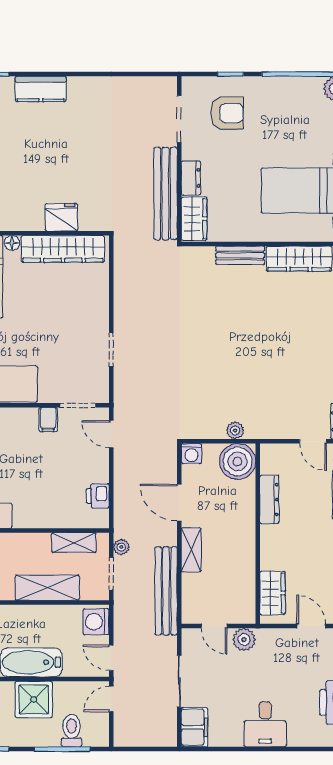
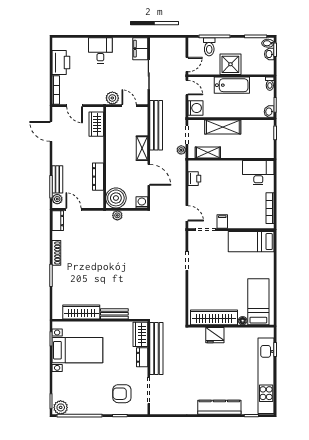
kitchen counter: (41, 89) -> (219, 407), width x1.50

